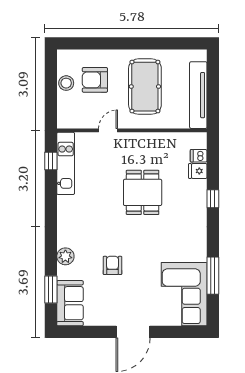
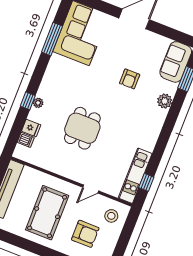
stool: (66, 83) -> (111, 216), moved
plant: (201, 201) -> (38, 103), added

